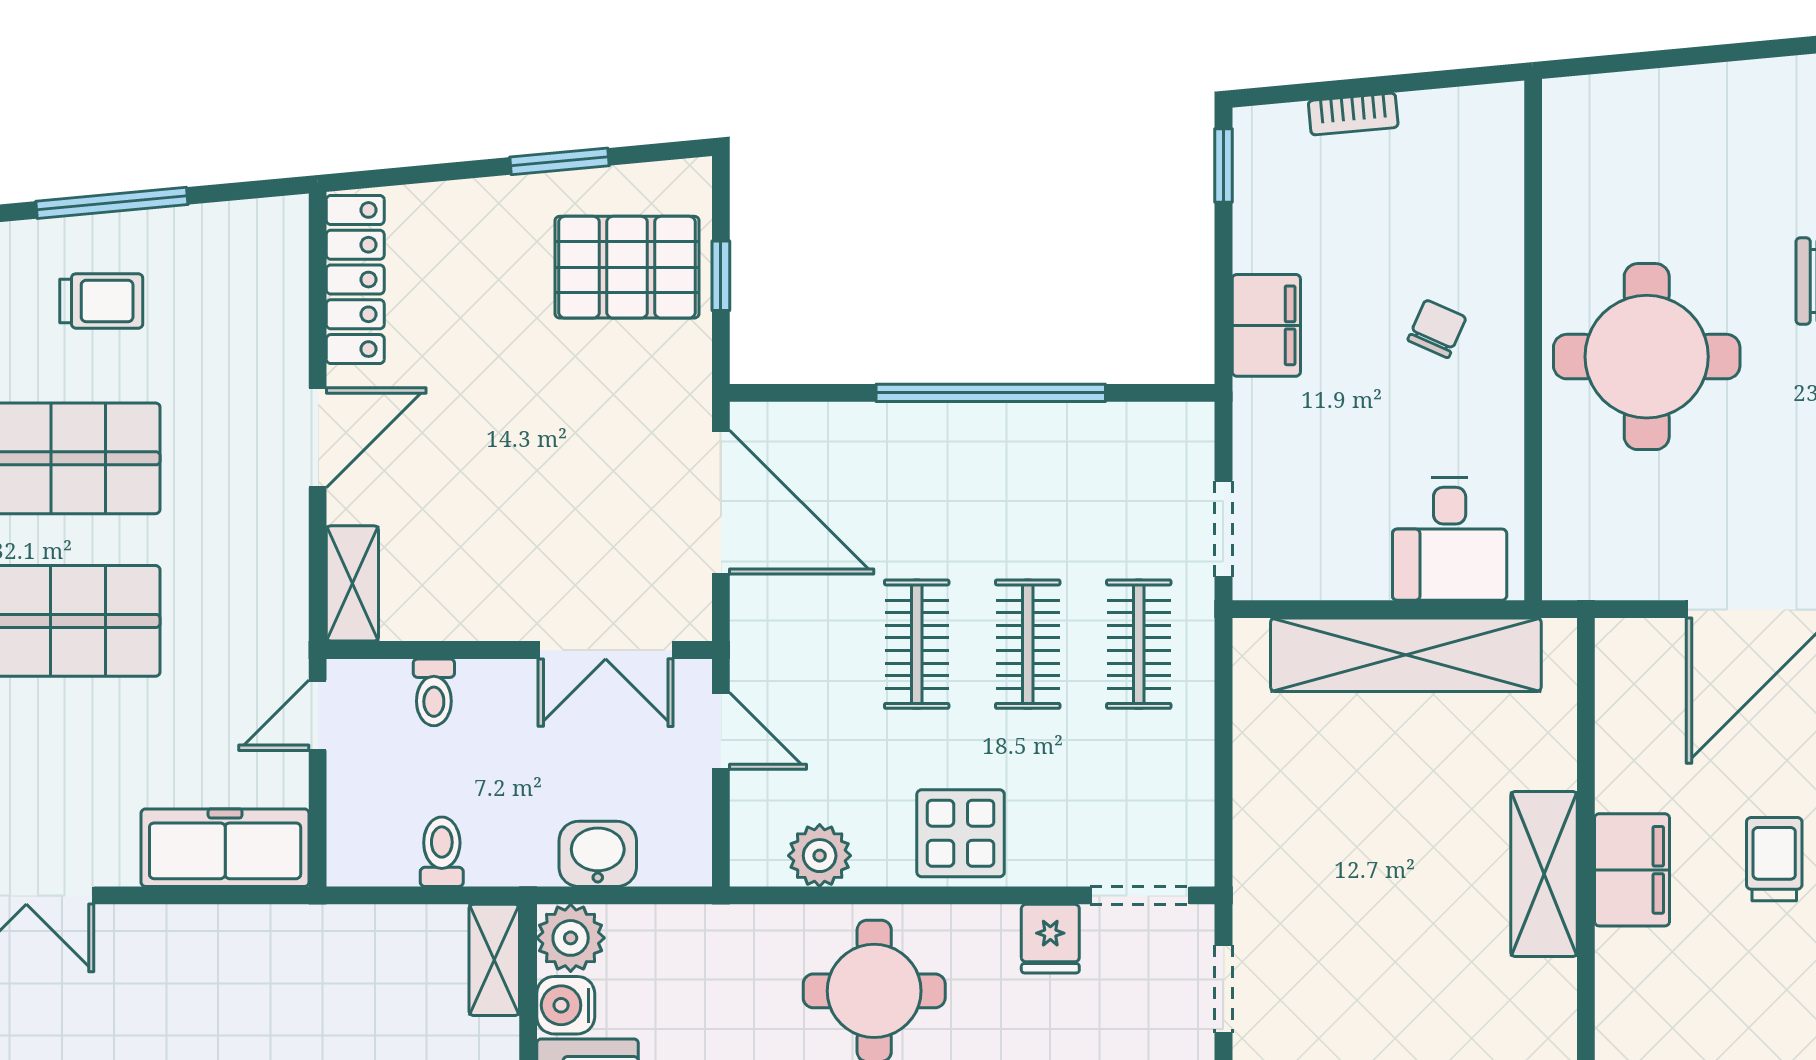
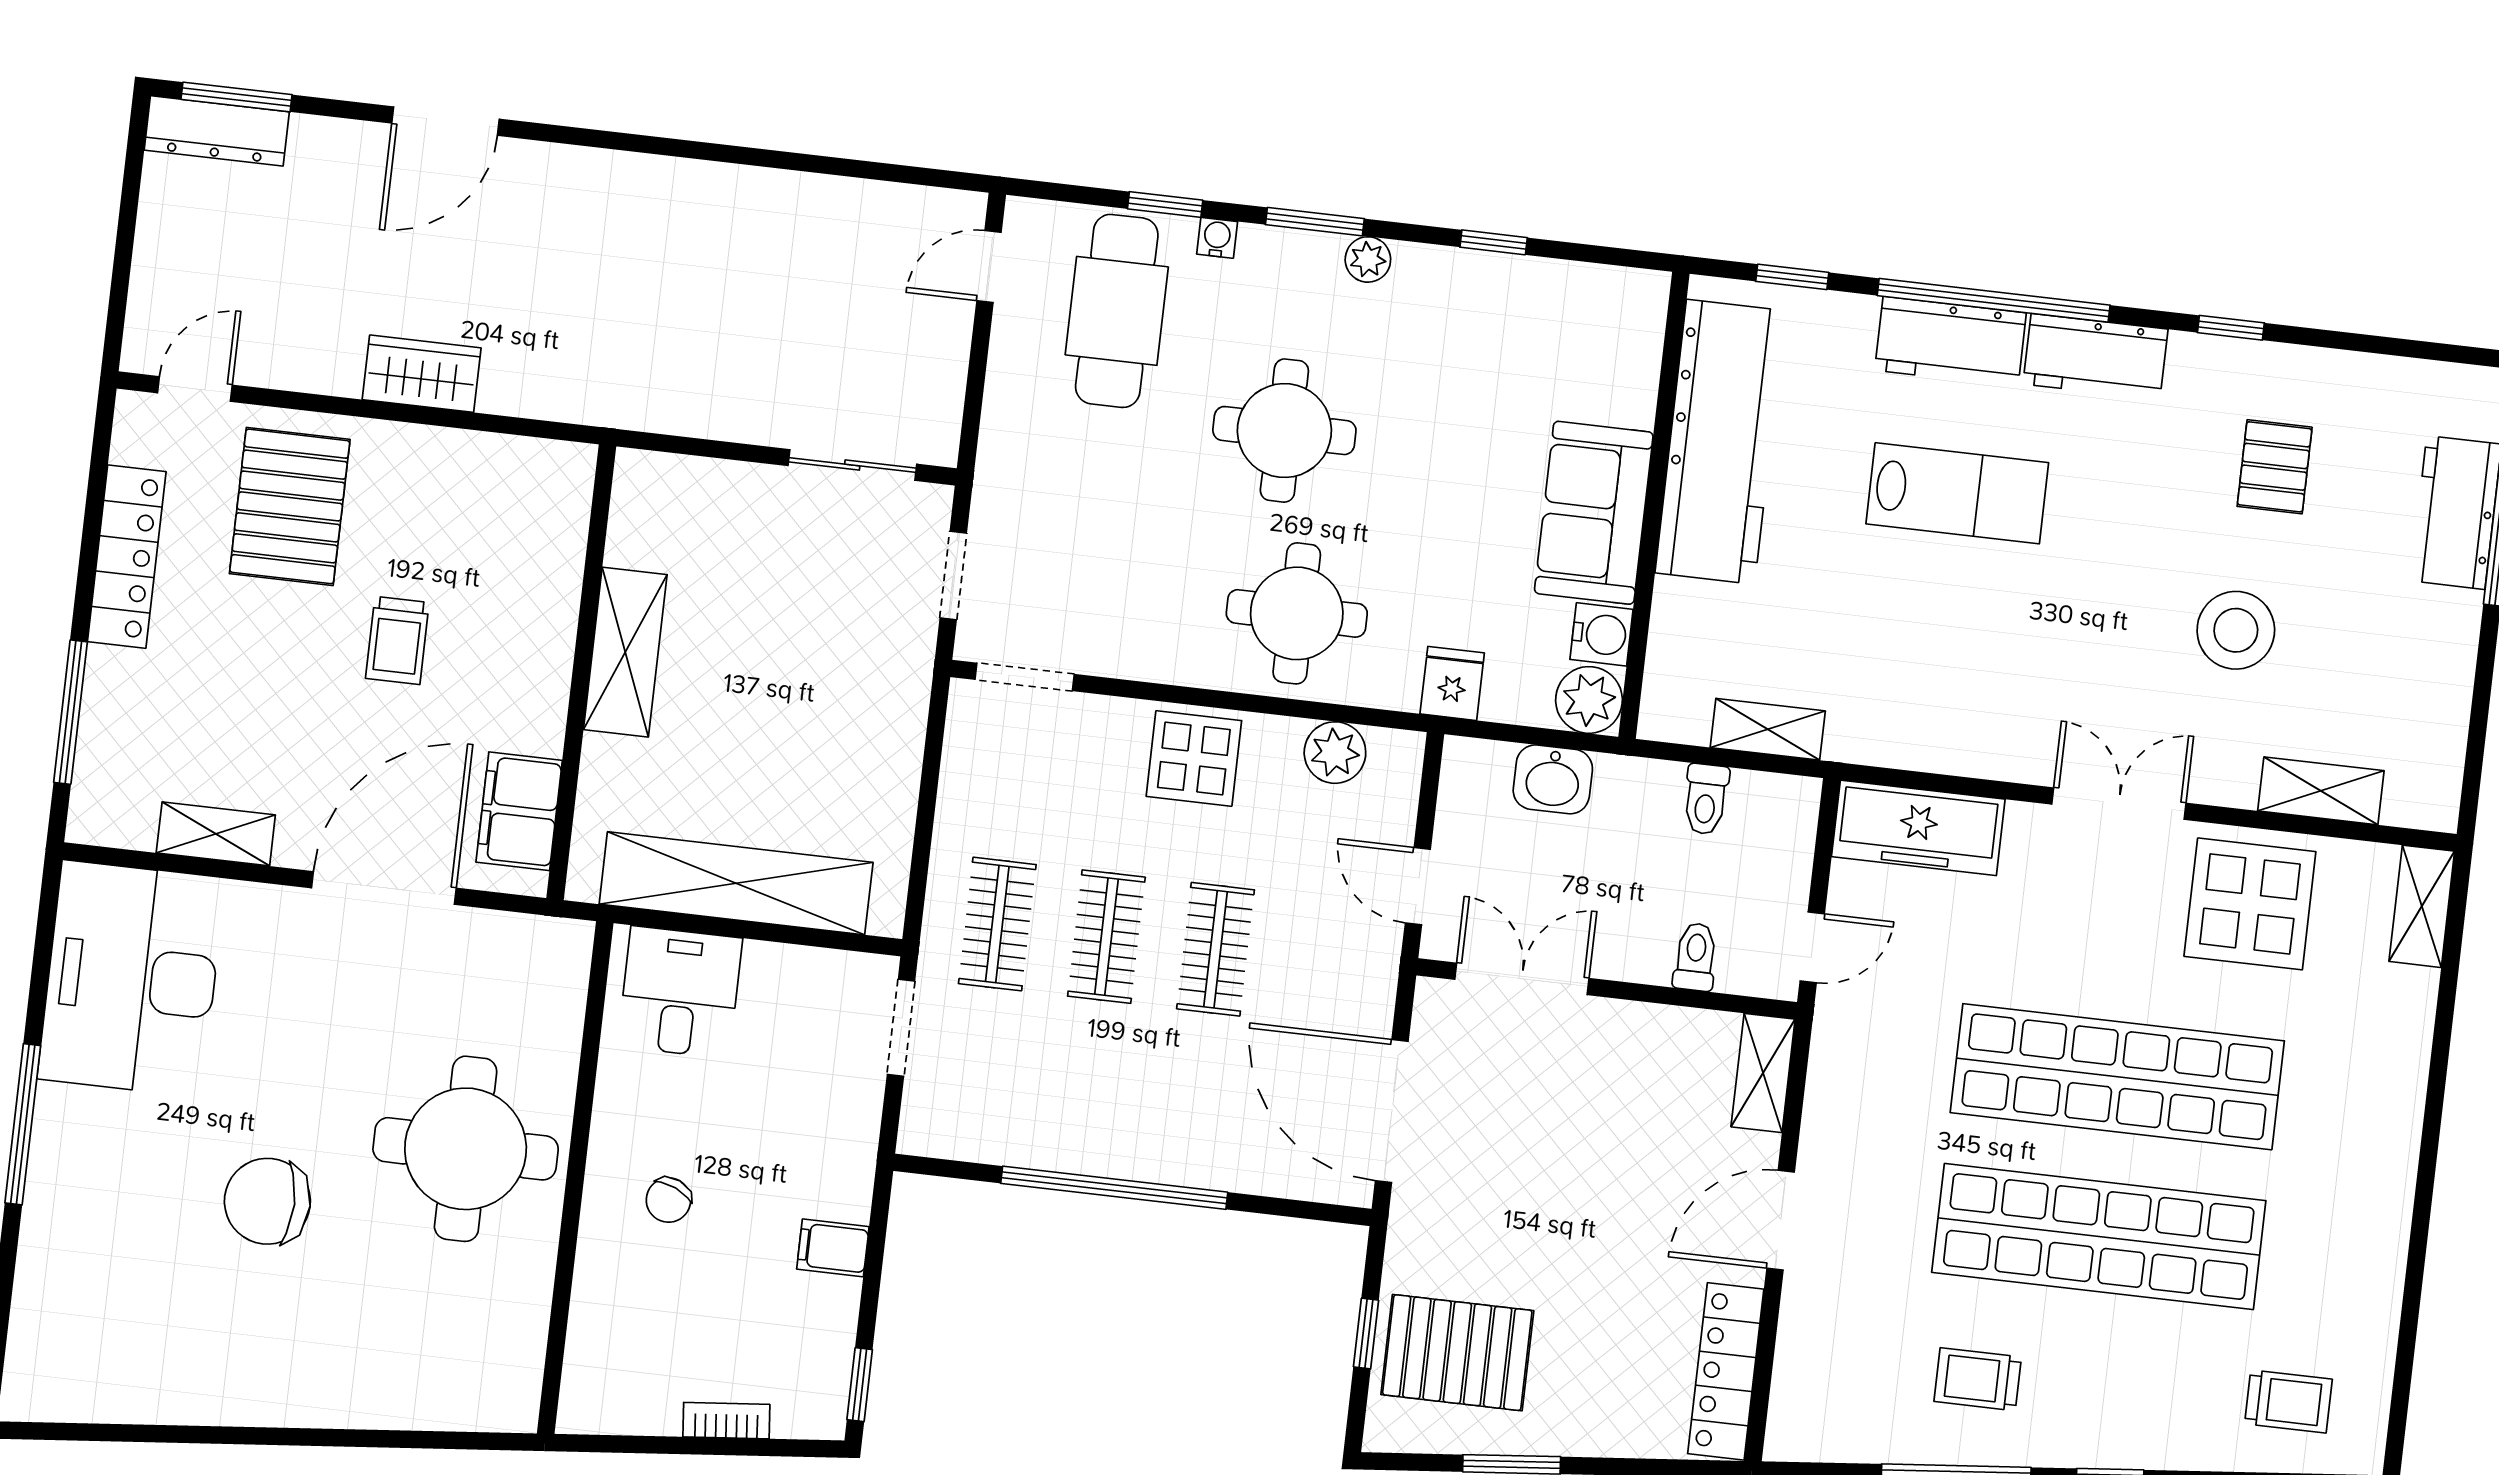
filing cabinet: (1266, 325) -> (833, 1248), width x0.50
filing cabinet: (1632, 870) -> (519, 811), moved
fridge: (1050, 939) -> (1452, 683), moved
shelving: (494, 960) -> (1768, 729), moved, turned 90

